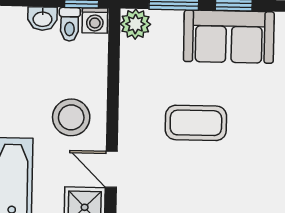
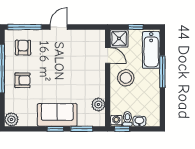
plant: (135, 24) -> (98, 104), moved
coffee table: (196, 123) -> (71, 77), removed

